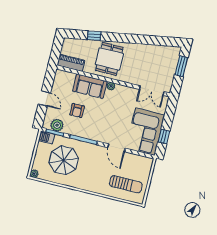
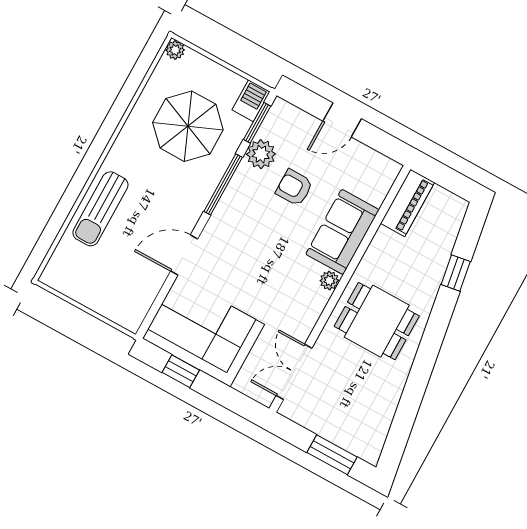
dining table: (109, 59) -> (377, 321), moved
plant: (57, 125) -> (261, 154), moved
sun lounger: (126, 184) -> (100, 209), moved

